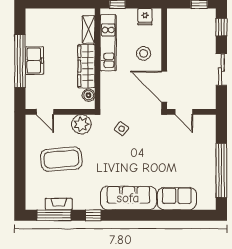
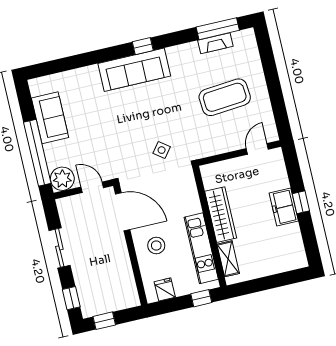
window: (20, 61) -> (301, 202), width x0.32
boiler: (88, 95) -> (210, 181), removed
door: (45, 112) -> (257, 149), hinge flipped
plant: (81, 124) -> (62, 179), moved
window: (221, 171) -> (37, 153), moved
sofa: (177, 199) -> (50, 118), moved, turned -90
window: (93, 215) -> (143, 46), moved

